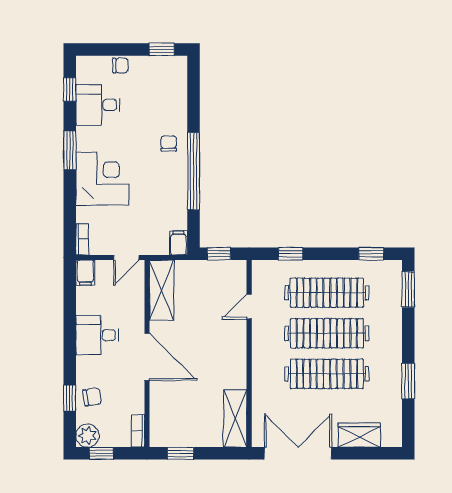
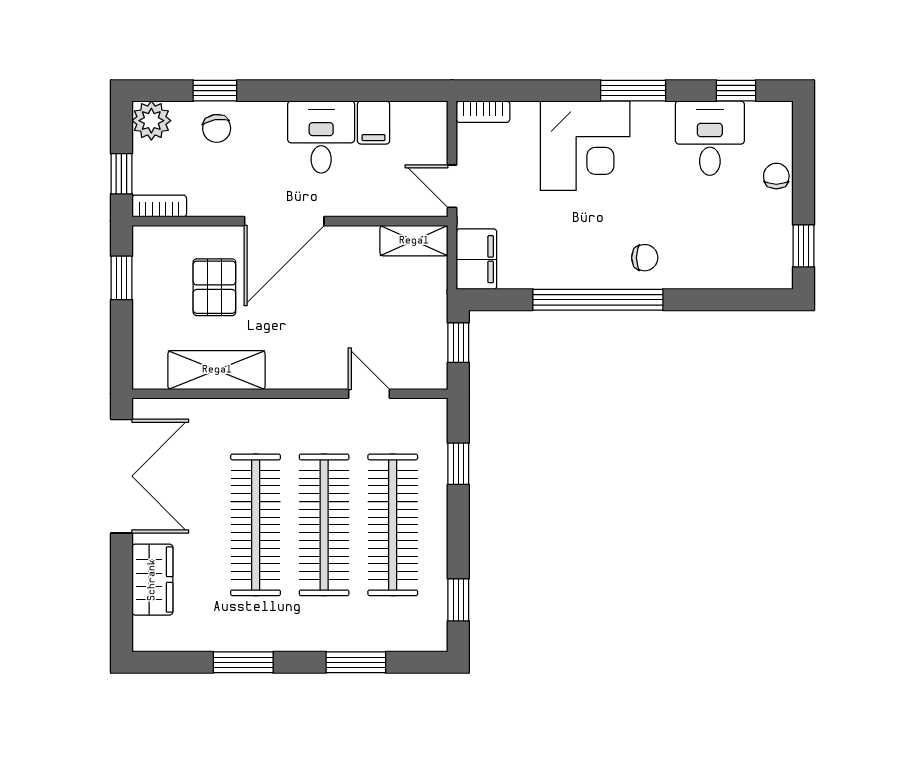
chair: (120, 66) -> (776, 176), turned 180
filing cabinet: (178, 243) -> (476, 259), width x2.00
filing cabinet: (85, 273) -> (374, 123), moved, turned -90
window: (408, 289) -> (356, 662), moved
shelving: (162, 290) -> (414, 241), width x0.67, depth x0.75
pallet: (186, 398) -> (214, 287), added
shelving: (235, 418) -> (217, 370), moved
window: (101, 453) -> (121, 174), moved

